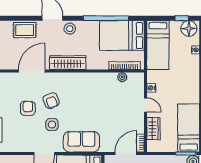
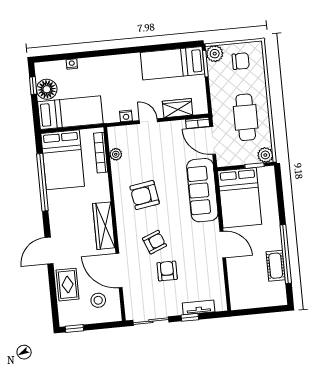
floor lamp: (189, 28) -> (47, 89), moved
stool: (70, 29) -> (98, 300), moved
armchair: (88, 97) -> (145, 195), added
door: (145, 105) -> (148, 121), hinge flipped
armchair: (28, 108) -> (167, 271), turned 90
side table: (52, 125) -> (185, 238), removed
sofa: (81, 142) -> (202, 190), width x1.36

